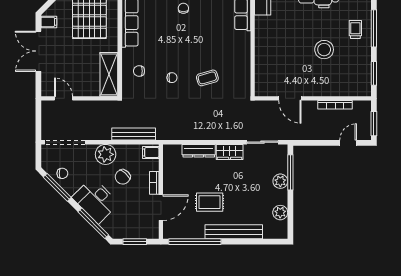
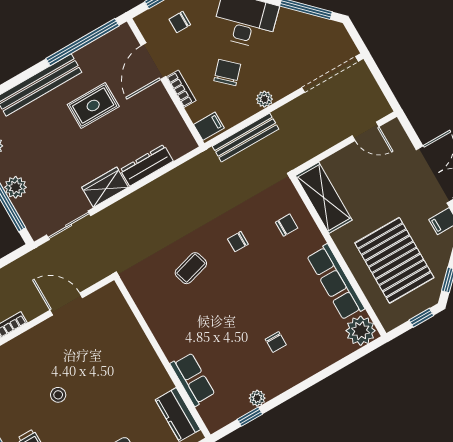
stool: (324, 50) -> (58, 395), width x0.53, depth x0.53
plant: (106, 154) -> (264, 99), width x0.53, depth x0.53
chair: (62, 173) -> (180, 22), moved

